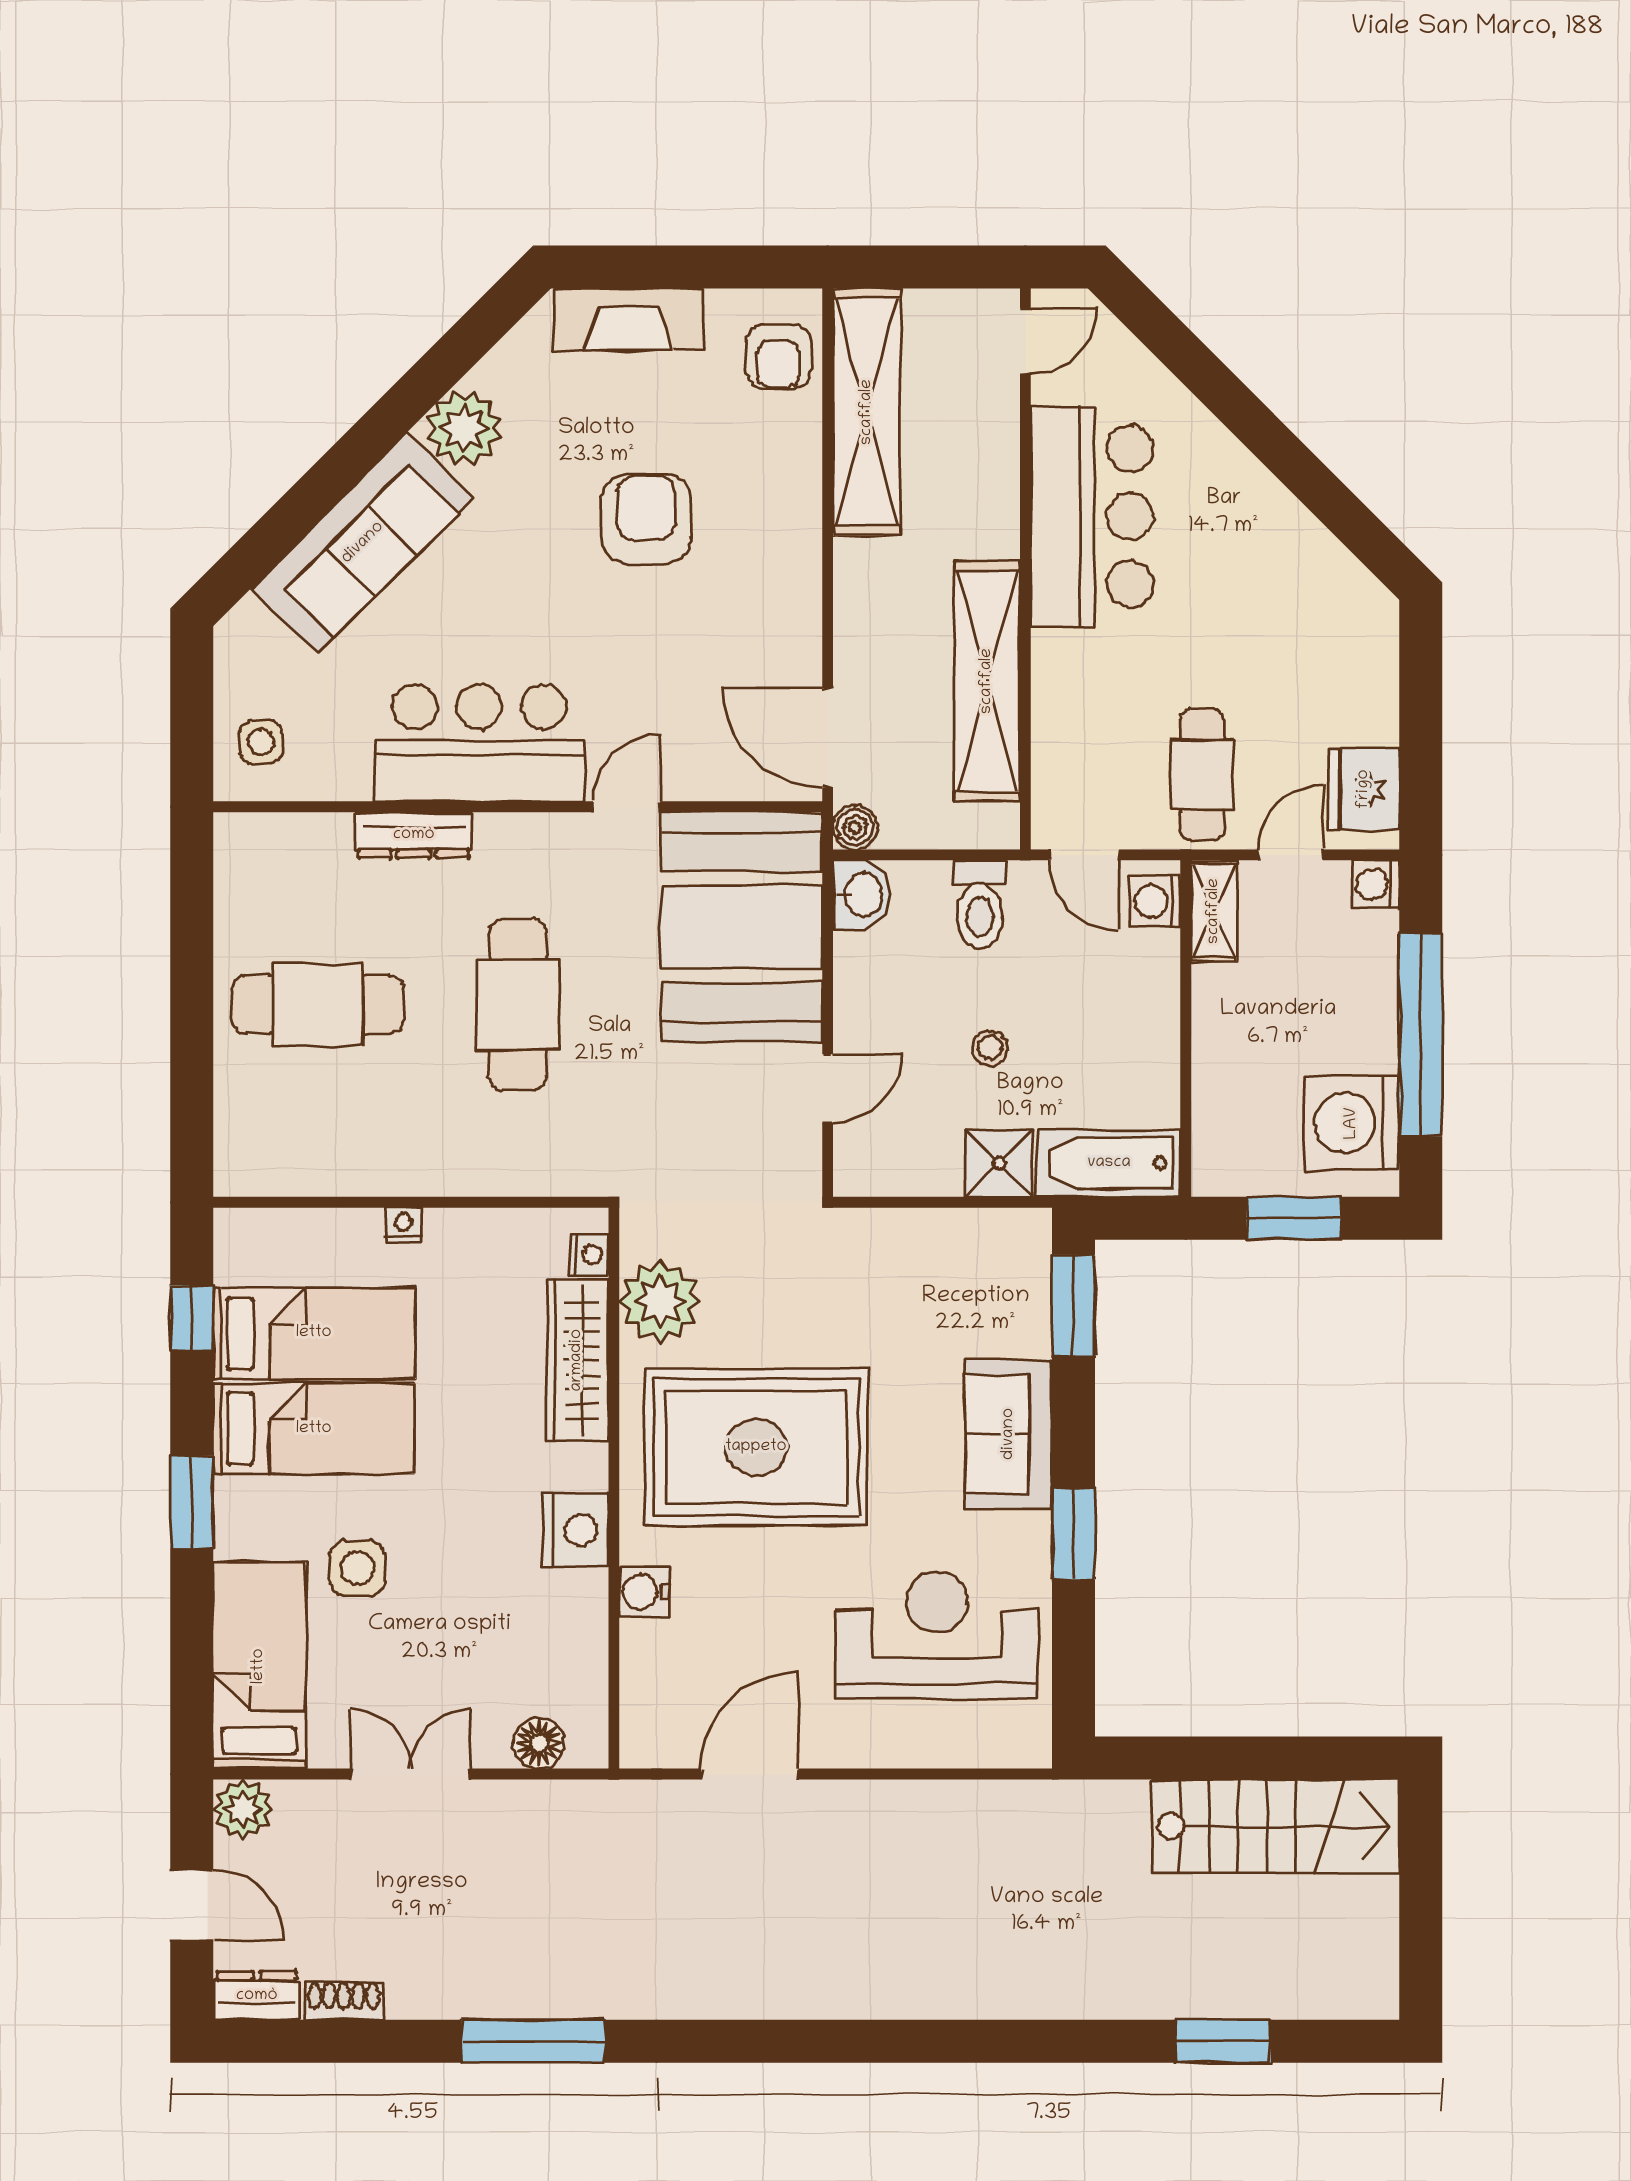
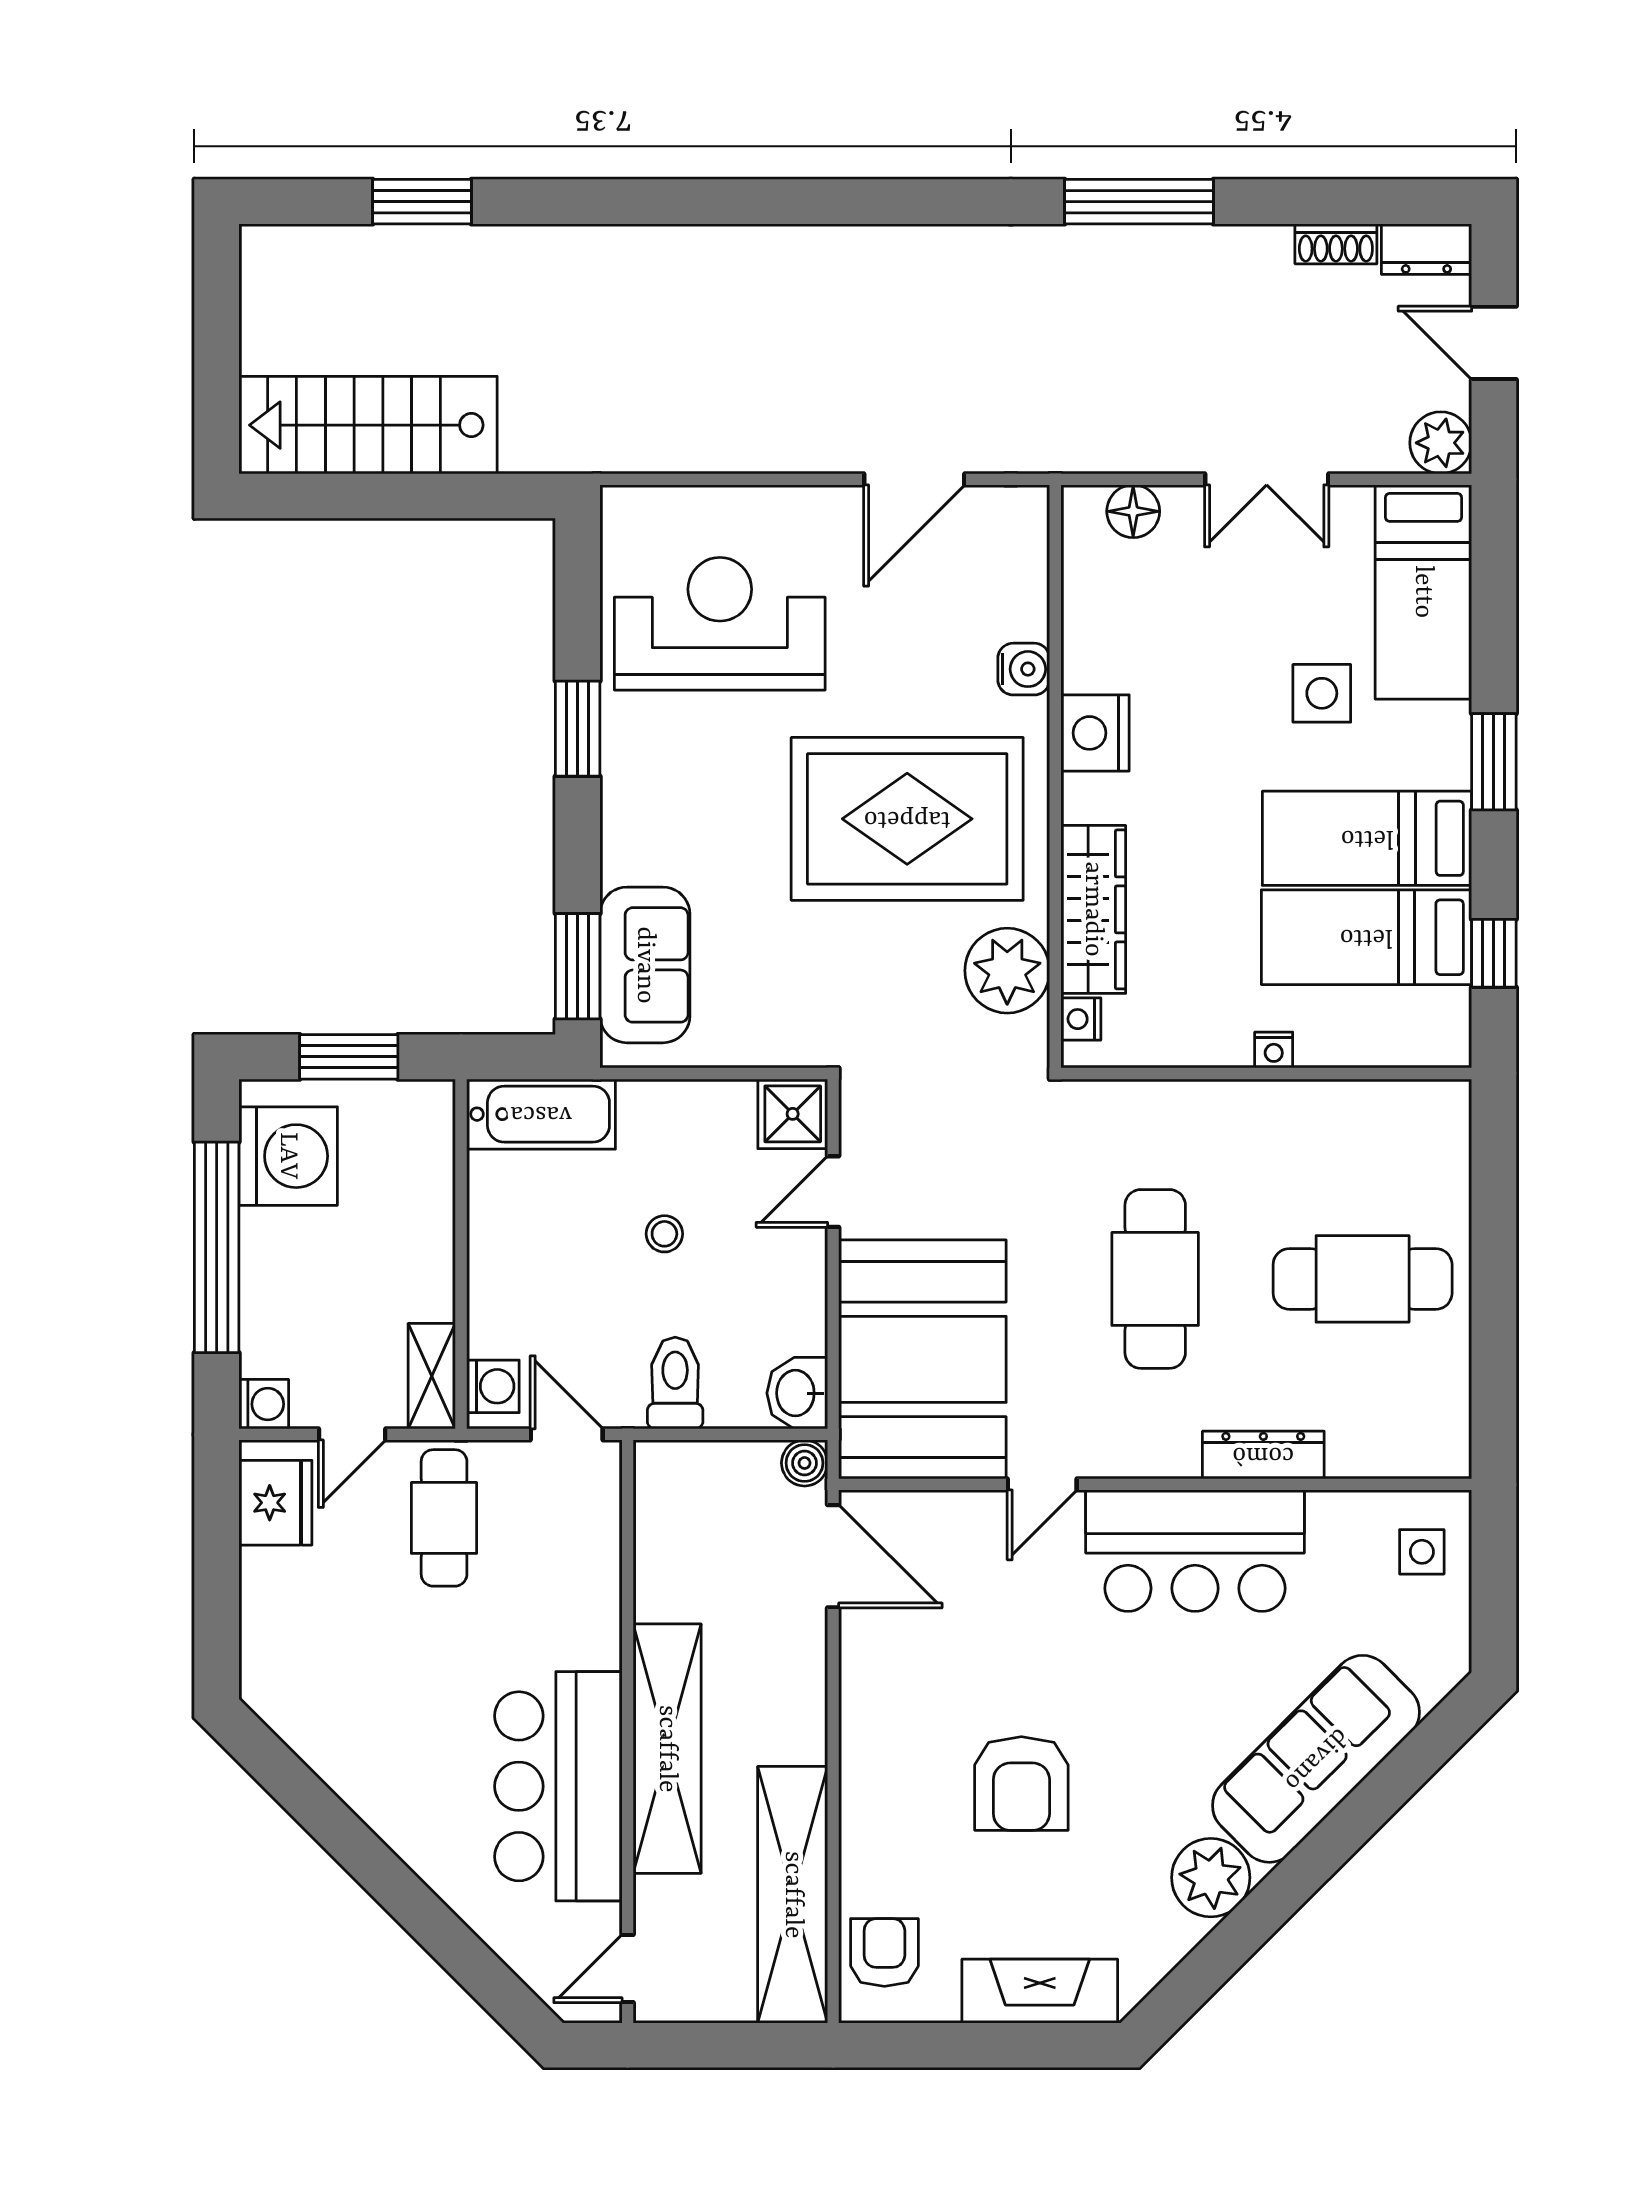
shelving: (987, 681) -> (667, 1749), moved
shower: (999, 1163) -> (793, 1114), moved
sofa: (1009, 1434) -> (645, 965), moved
reception desk: (937, 1635) -> (720, 624), turned 180

